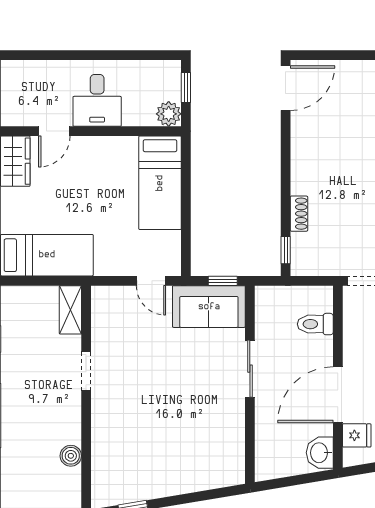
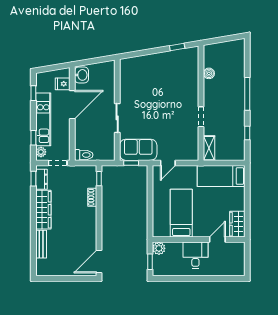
bed: (160, 183) -> (181, 213), moved
door: (151, 281) -> (168, 163), swing flipped
toilet: (315, 324) -> (84, 155), moved

